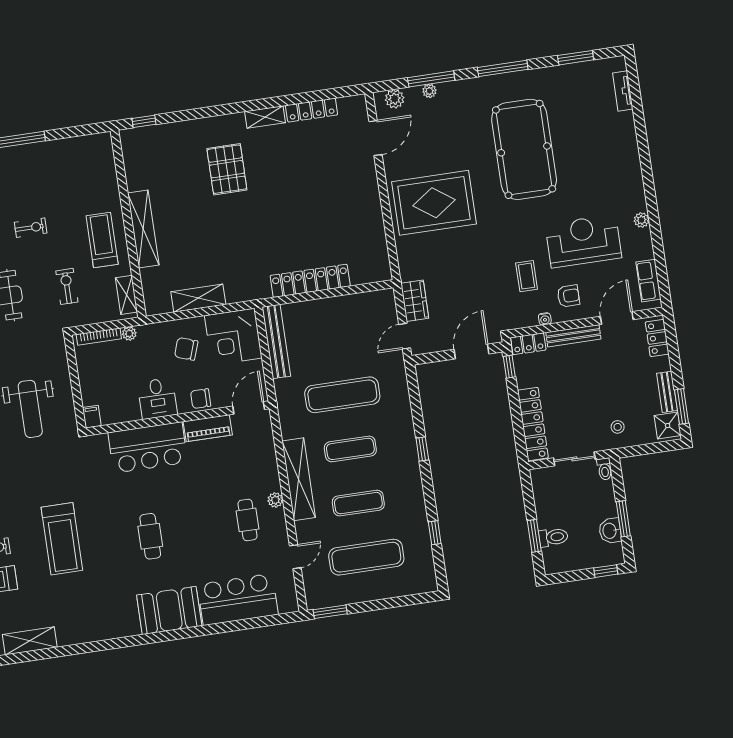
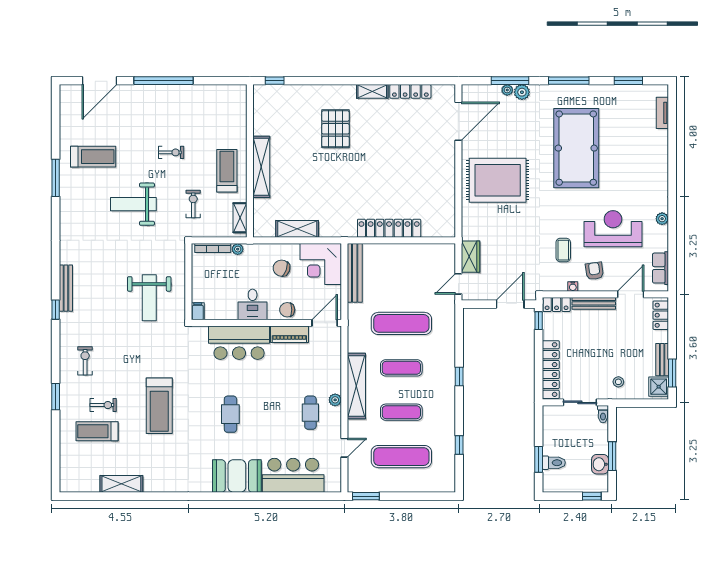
plant: (395, 99) -> (522, 92), moved
door: (375, 138) -> (458, 121), width x1.36
armchair: (568, 296) -> (594, 271), turned -98

